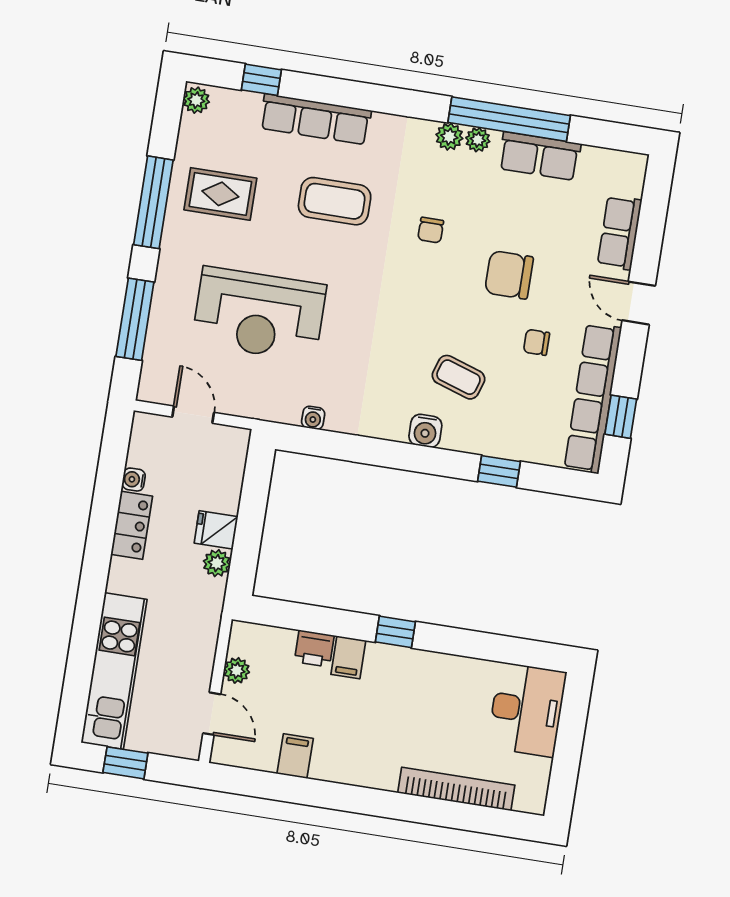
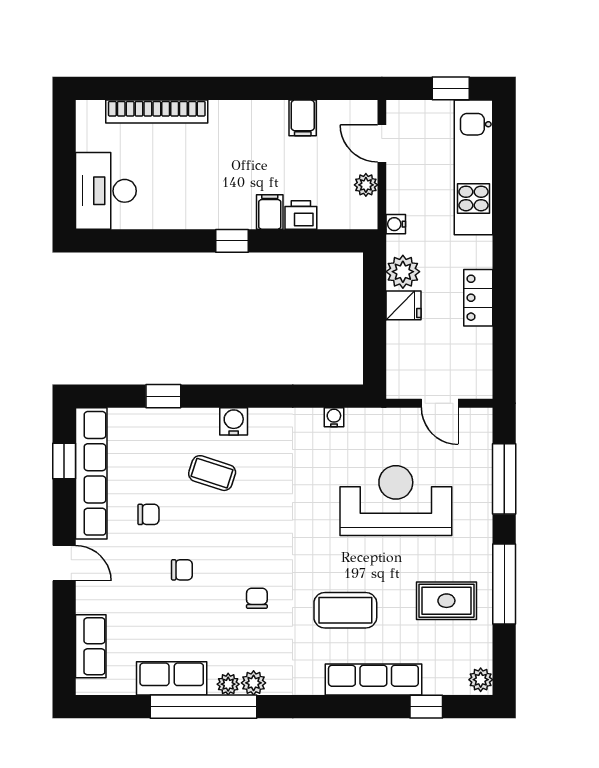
row of seats: (620, 233) -> (91, 646), moved
chair: (509, 275) -> (182, 570), width x0.54, depth x0.54
water cooler: (134, 480) -> (396, 224), moved, turned 180
plant: (217, 563) -> (403, 272), width x1.38, depth x1.38

